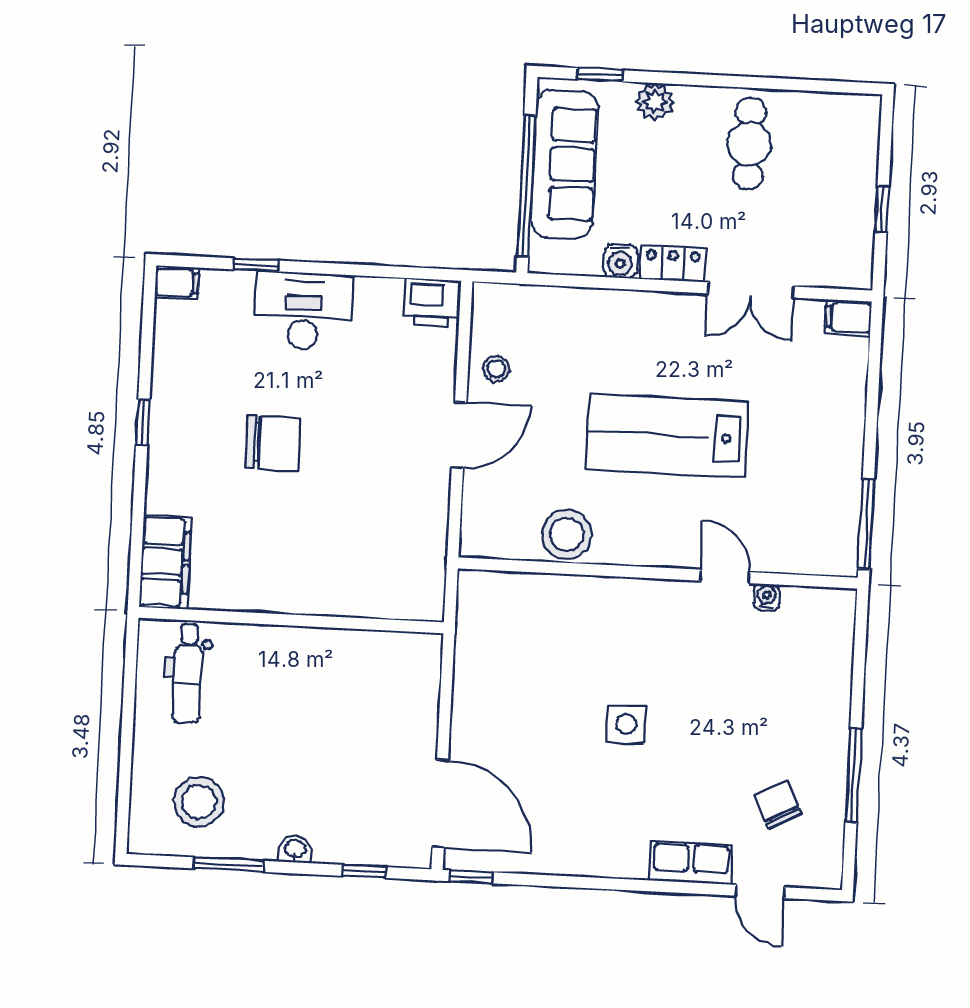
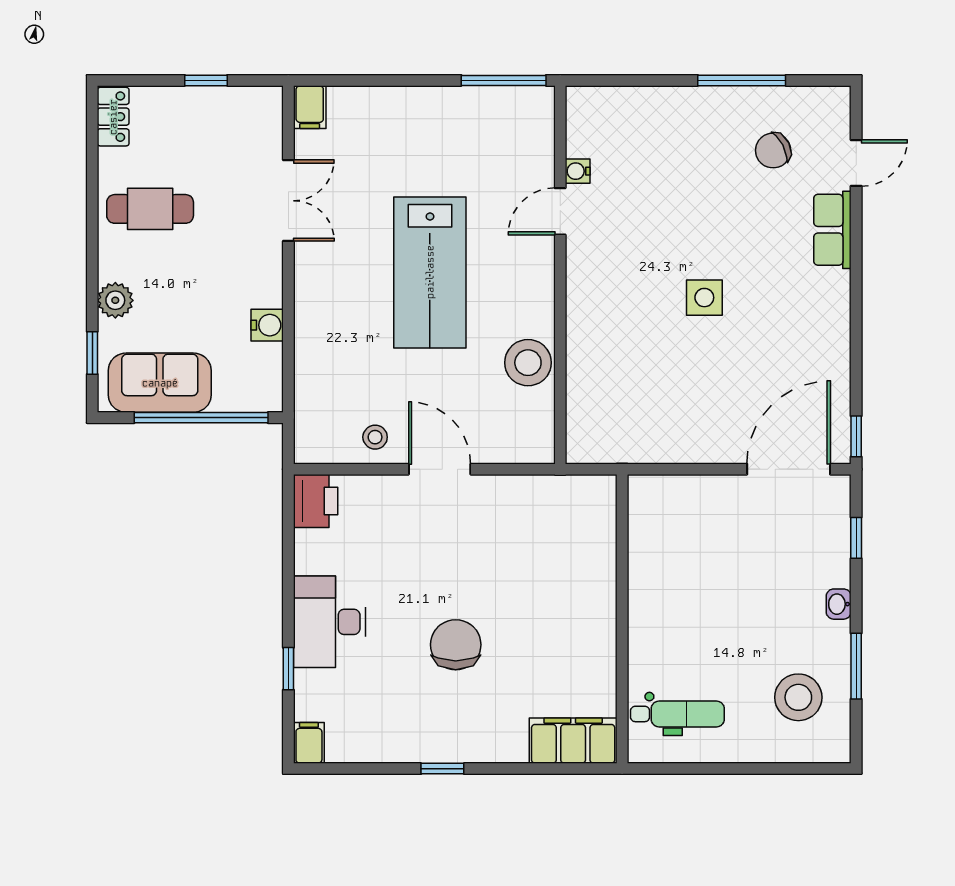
sofa: (564, 164) -> (160, 383), width x0.73
locker: (673, 264) -> (113, 117), moved, turned 180

